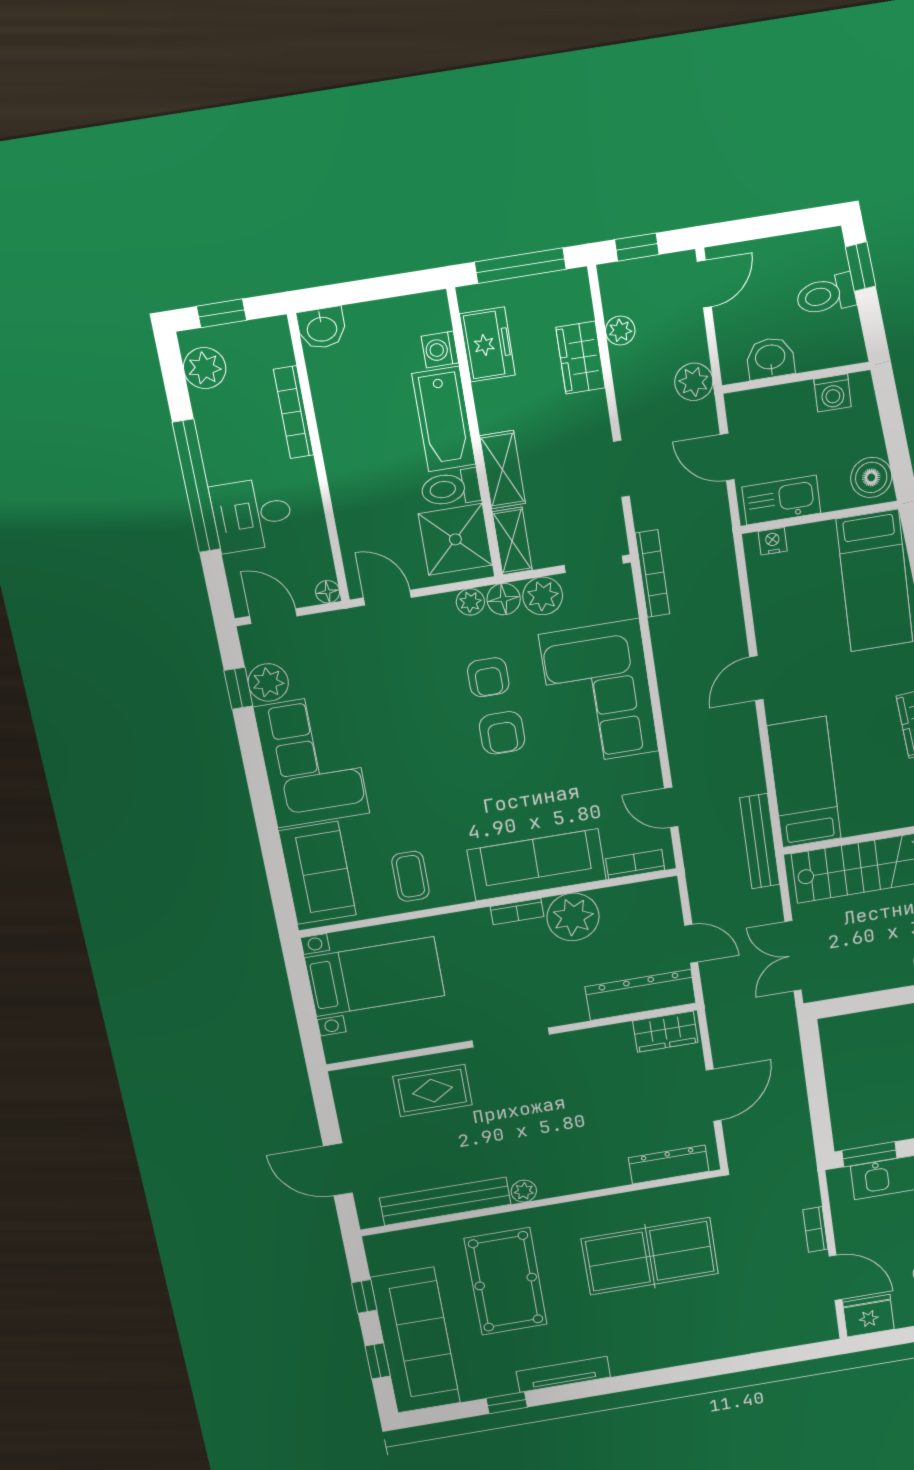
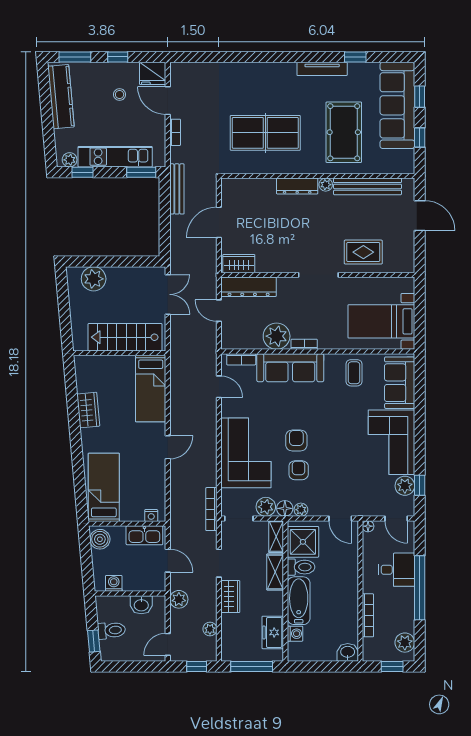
wardrobe: (581, 358) -> (230, 597), moved
bench: (760, 841) -> (177, 189), moved
dresser: (669, 1165) -> (297, 186), moved

